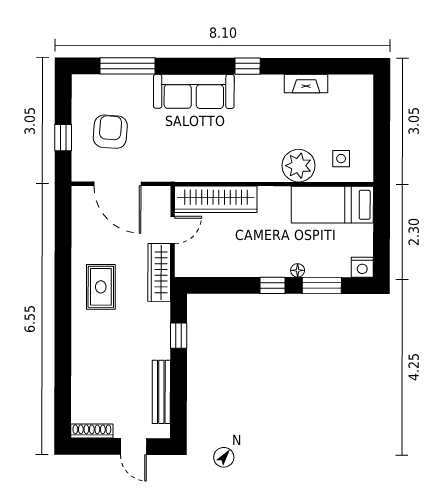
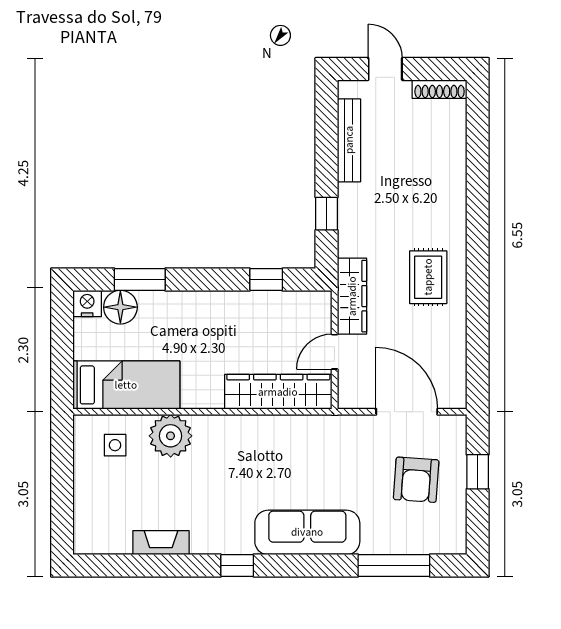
floor lamp: (298, 270) -> (120, 307), moved, width x1.89, depth x1.89
window: (272, 285) -> (266, 280), moved

